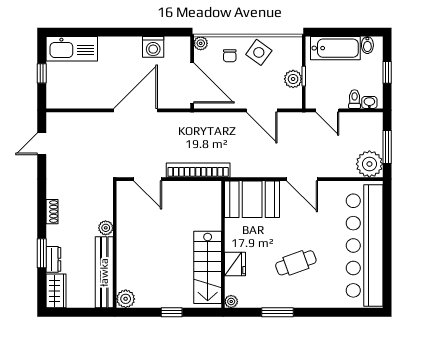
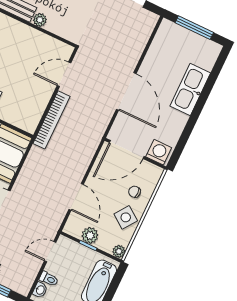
plant: (201, 43) -> (119, 251), moved
washing machine: (153, 47) -> (159, 152), moved, turned 90
kitchen sink: (72, 49) -> (190, 90), moved
window: (42, 73) -> (194, 28), width x2.17
door: (262, 110) -> (76, 197), swing flipped

